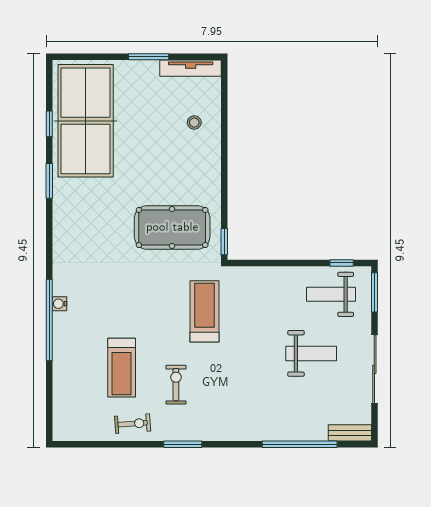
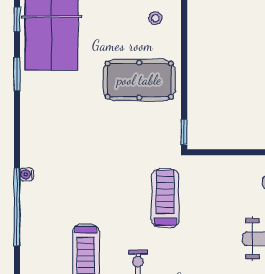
pool table: (172, 227) -> (139, 80), moved
water cooler: (60, 304) -> (27, 174), moved

